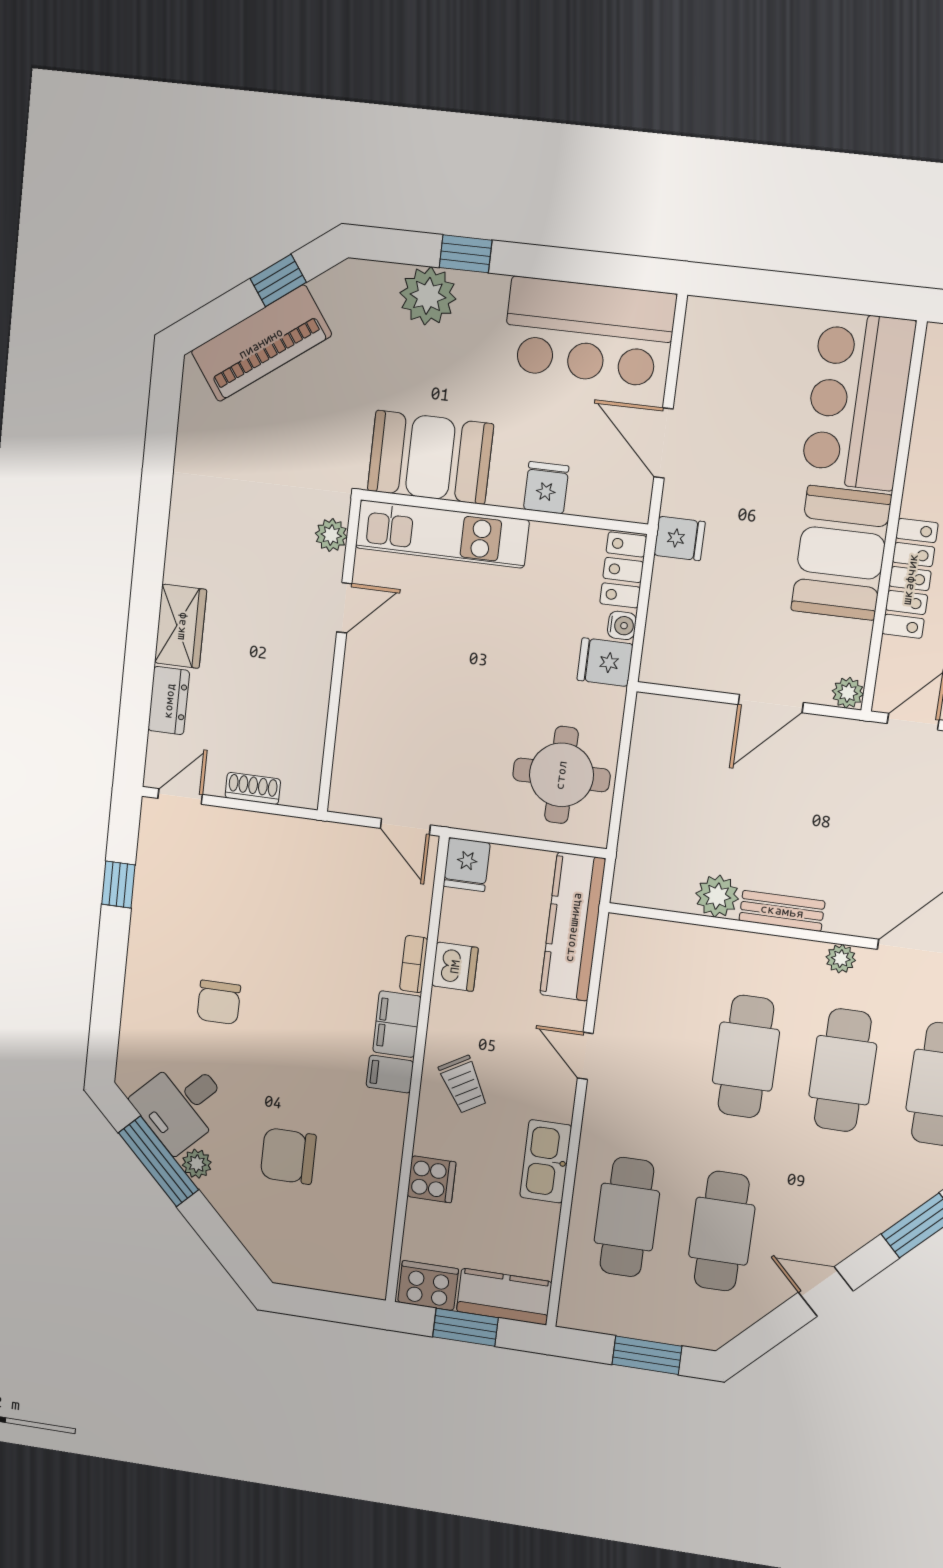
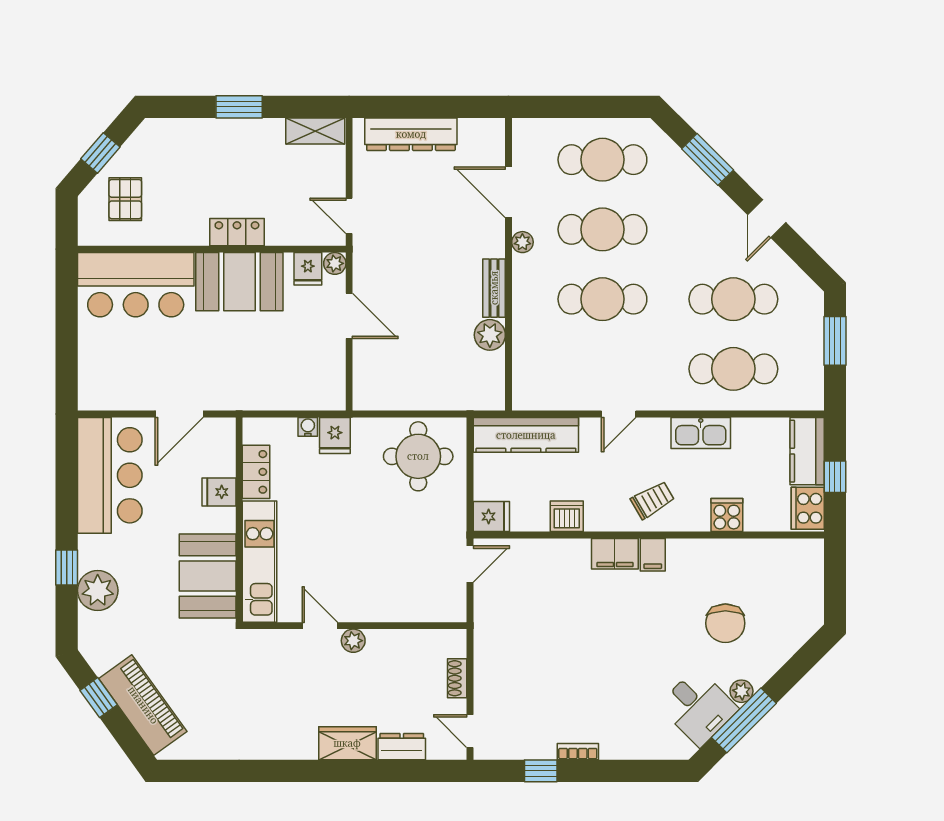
plant: (331, 535) -> (353, 641), moved
fridge: (680, 538) -> (308, 269), moved, turned 180
locker: (623, 570) -> (256, 472), moved, turned -90
locker: (910, 579) -> (237, 232), width x0.66
bookcase: (414, 964) -> (578, 752), moved, turned 180
chair: (219, 1002) -> (618, 687), removed
window: (465, 1327) -> (835, 477), width x0.67

